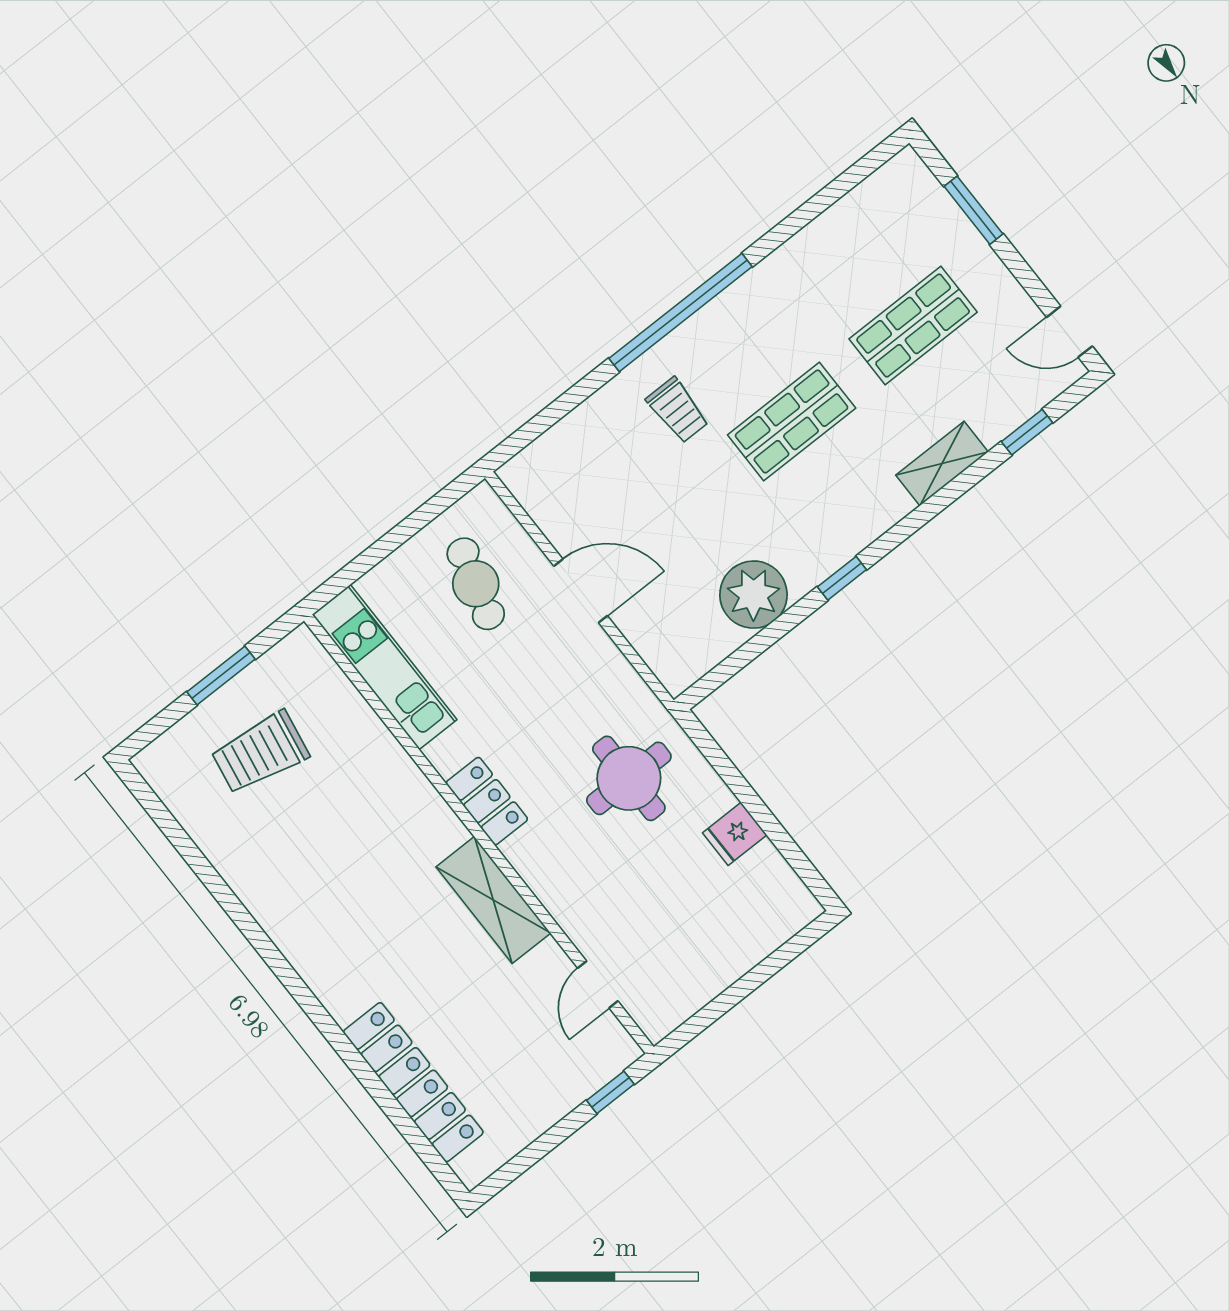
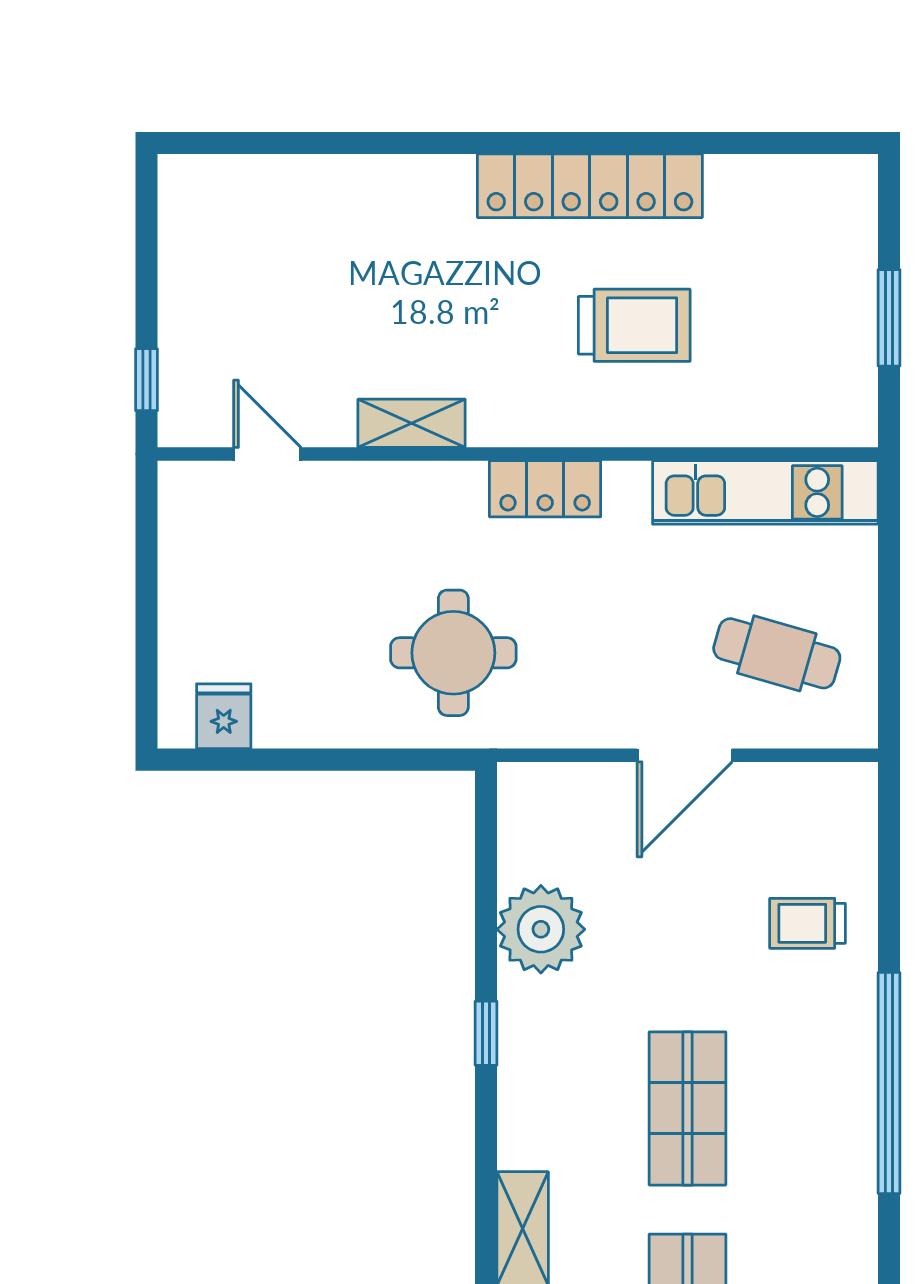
trolley: (678, 410) -> (808, 923), moved
trolley: (260, 753) -> (634, 325), moved, turned 80
fridge: (735, 834) -> (224, 716), moved
shelving: (493, 900) -> (412, 423), width x0.67, depth x0.75
locker: (413, 1082) -> (590, 186), moved

